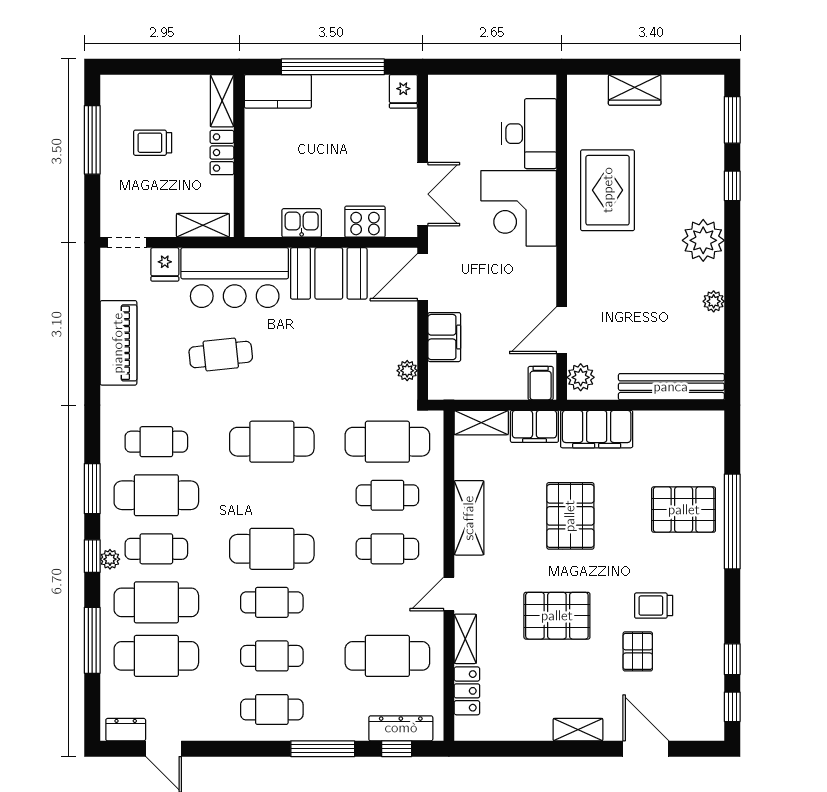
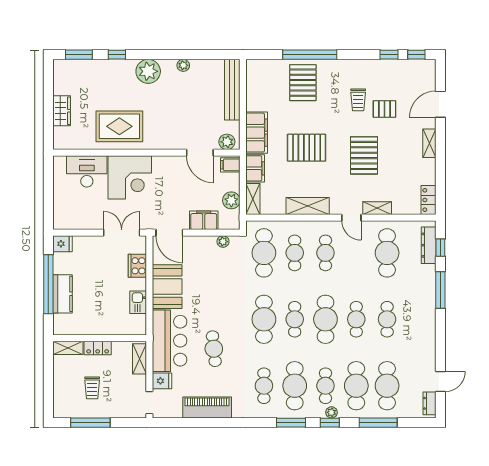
kitchen counter: (278, 91) -> (63, 294), moved
plant: (479, 385) -> (231, 200), added
locker: (467, 691) -> (429, 200), moved, turned -90
cafe table: (272, 709) -> (295, 319), moved

